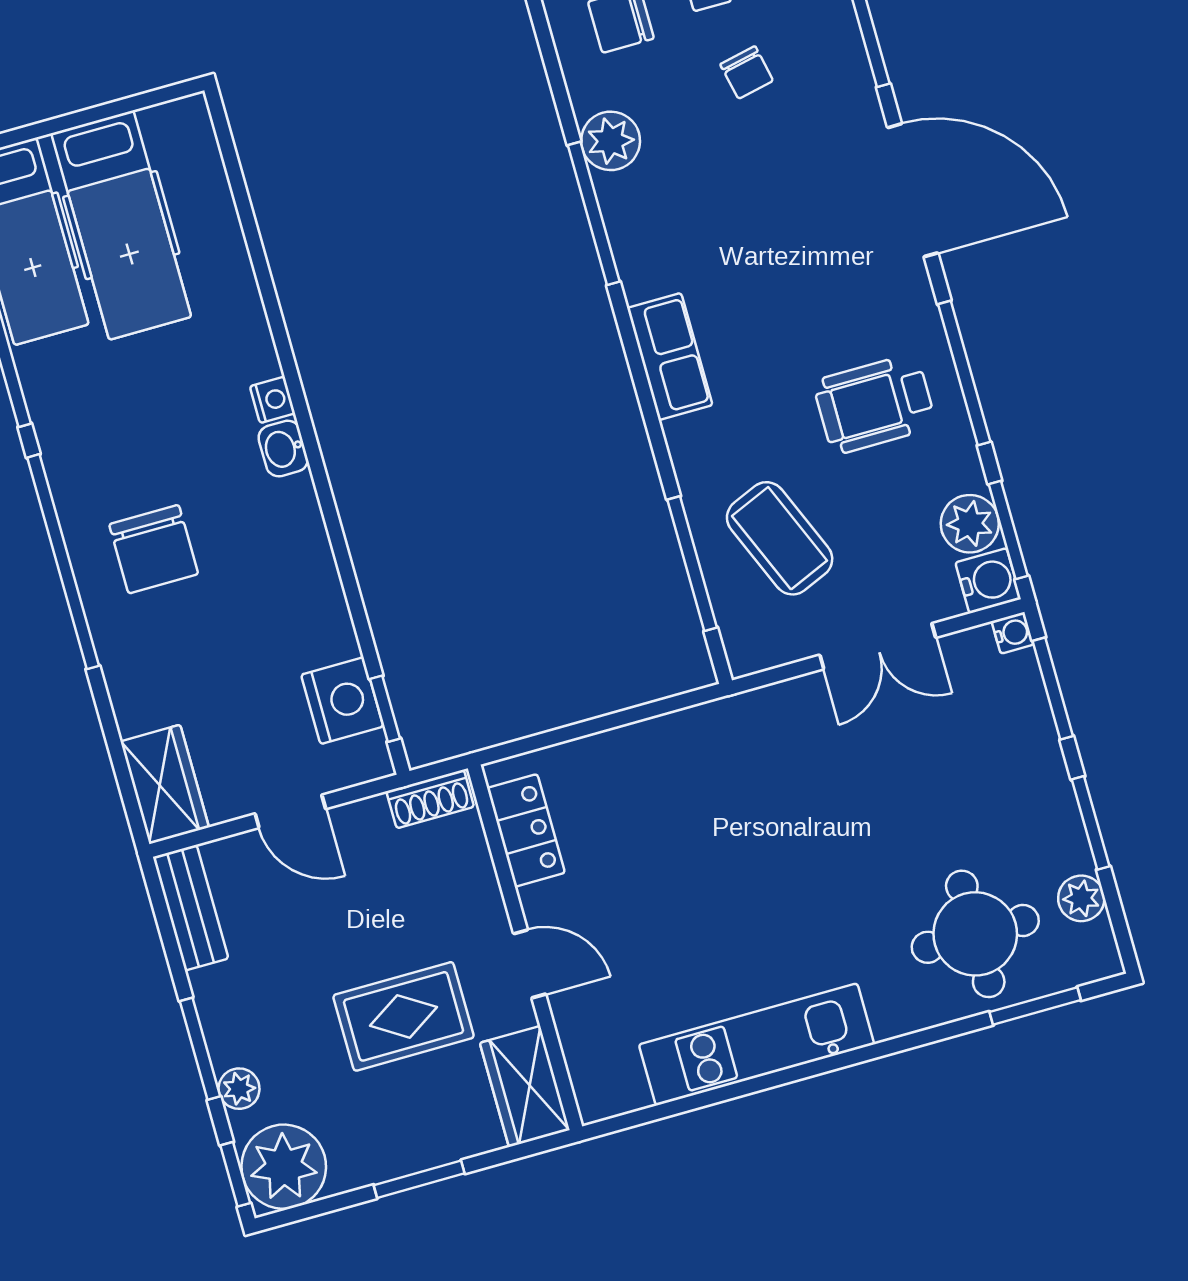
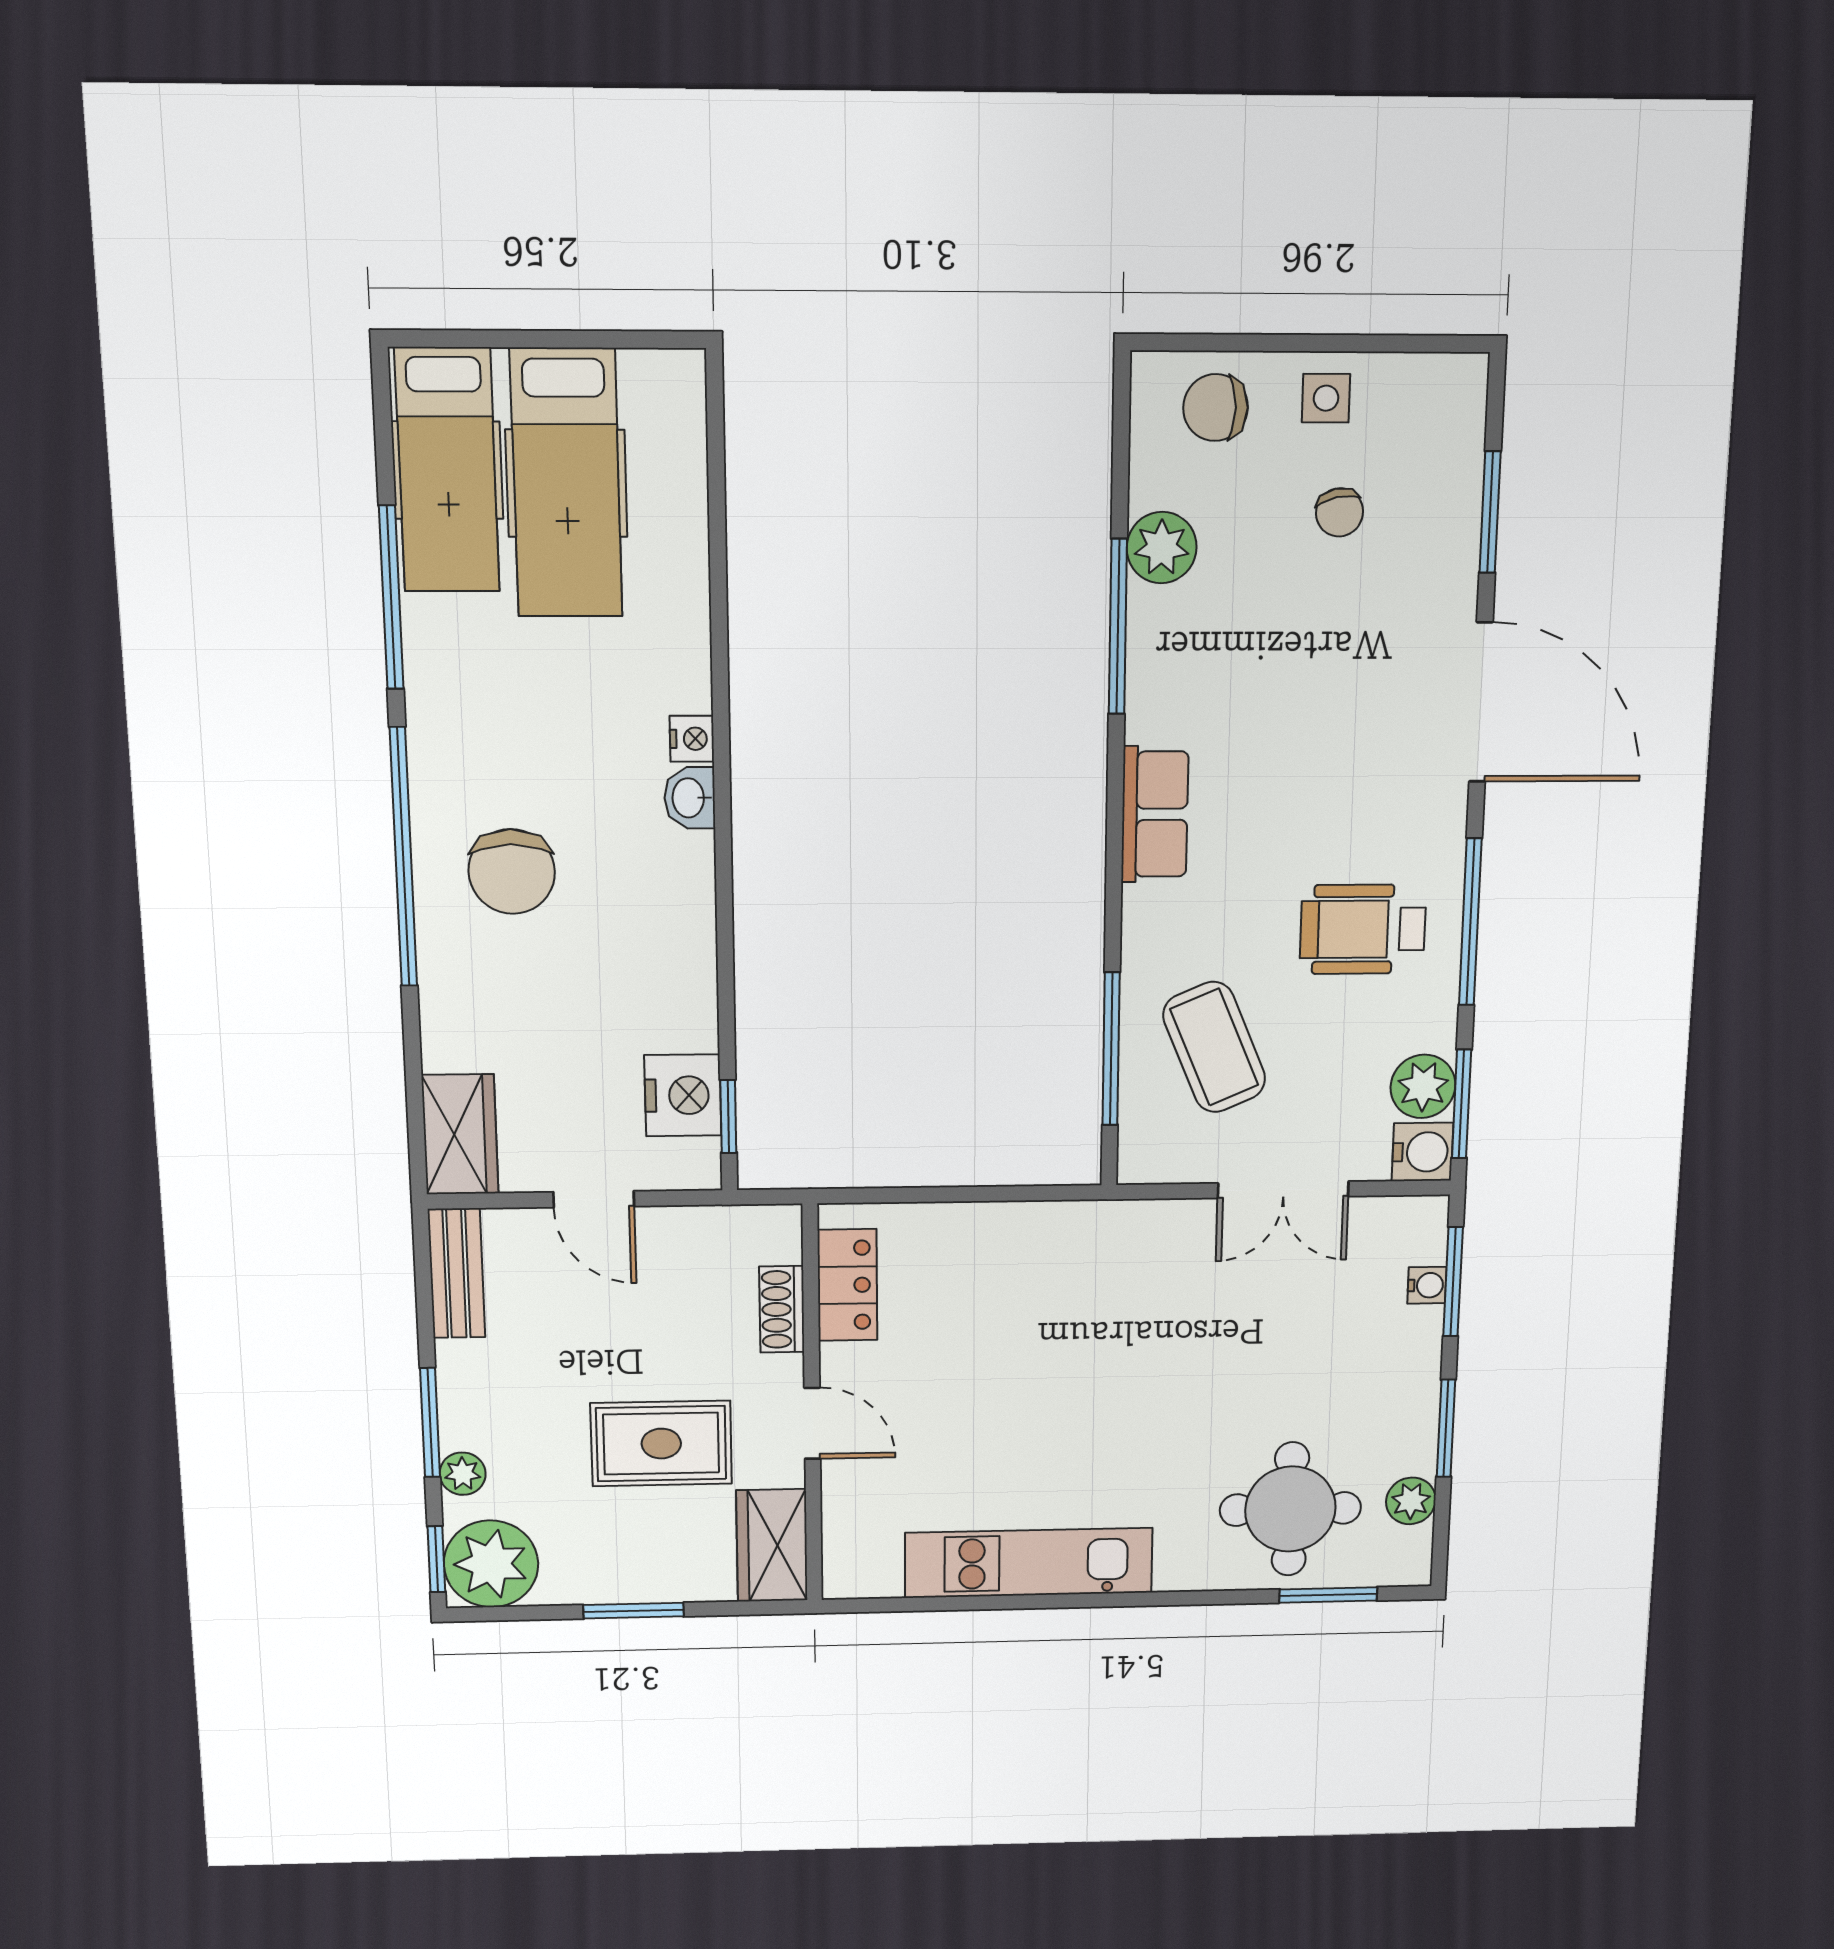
water cooler: (1013, 633) -> (1427, 1285), moved
shoe rack: (430, 799) -> (782, 1309), moved, turned 90

